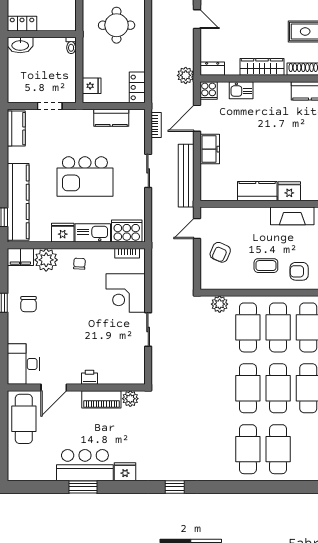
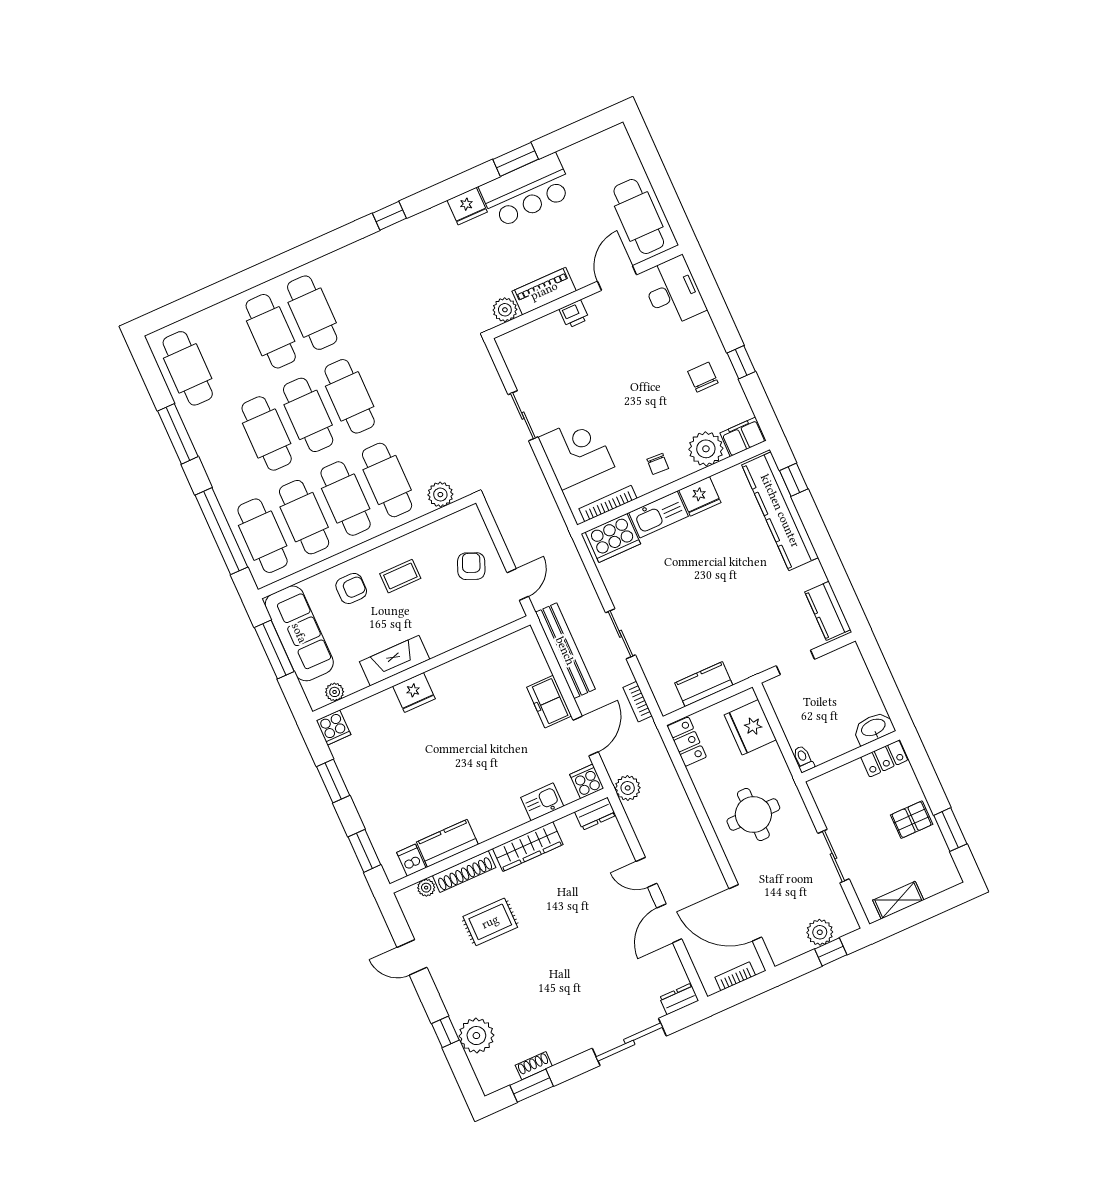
fridge: (92, 86) -> (750, 727), width x1.88, depth x1.34
kitchen island: (85, 177) -> (704, 587), removed
kitchen counter: (257, 191) -> (458, 673), removed
bookcase: (127, 253) -> (608, 504), width x1.56

